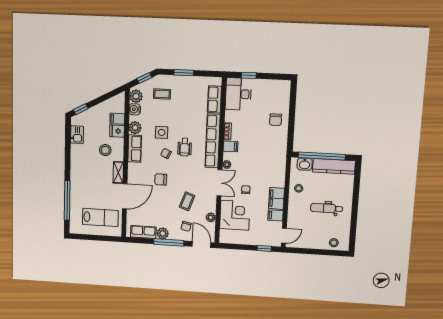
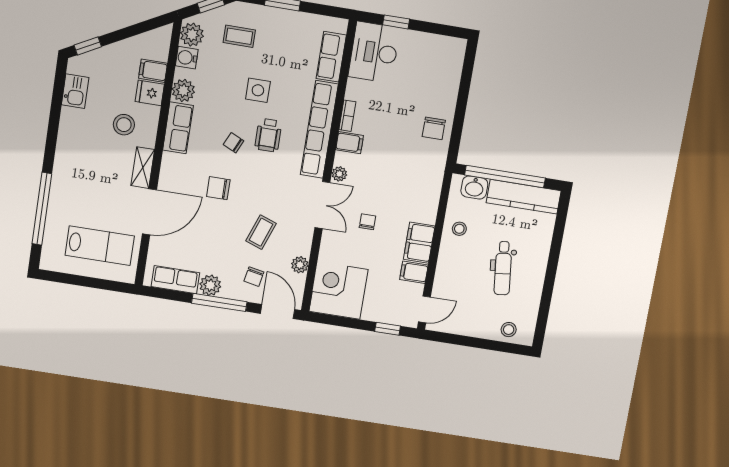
chair: (276, 120) -> (434, 128), moved
side table: (162, 132) -> (258, 90), moved
dental chair: (326, 208) -> (503, 268), turned -97
corner desk: (235, 215) -> (338, 290), moved, turned -90

